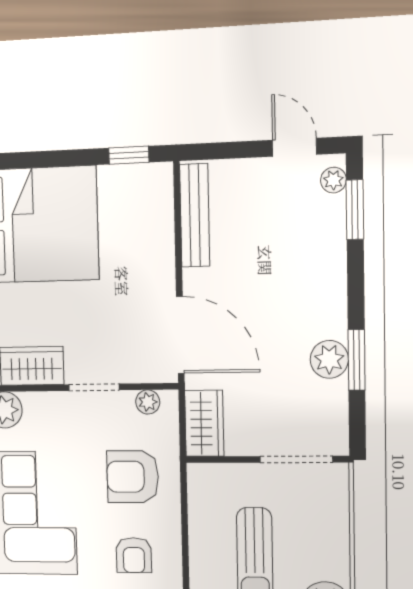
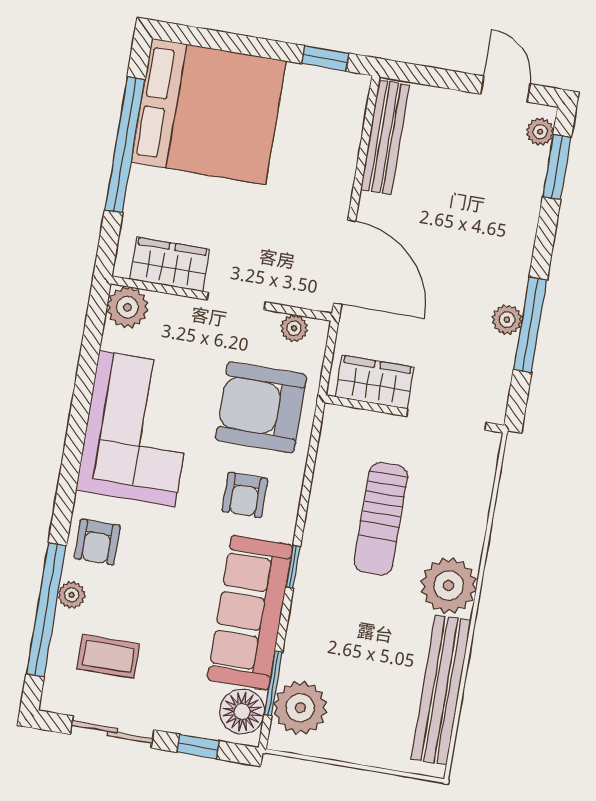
plant: (329, 359) -> (507, 320), width x0.73, depth x0.73
window: (357, 360) -> (530, 325), width x1.44
wardrobe: (204, 423) -> (375, 382), moved, turned -90
armchair: (133, 477) -> (261, 407), width x1.36, depth x1.36

